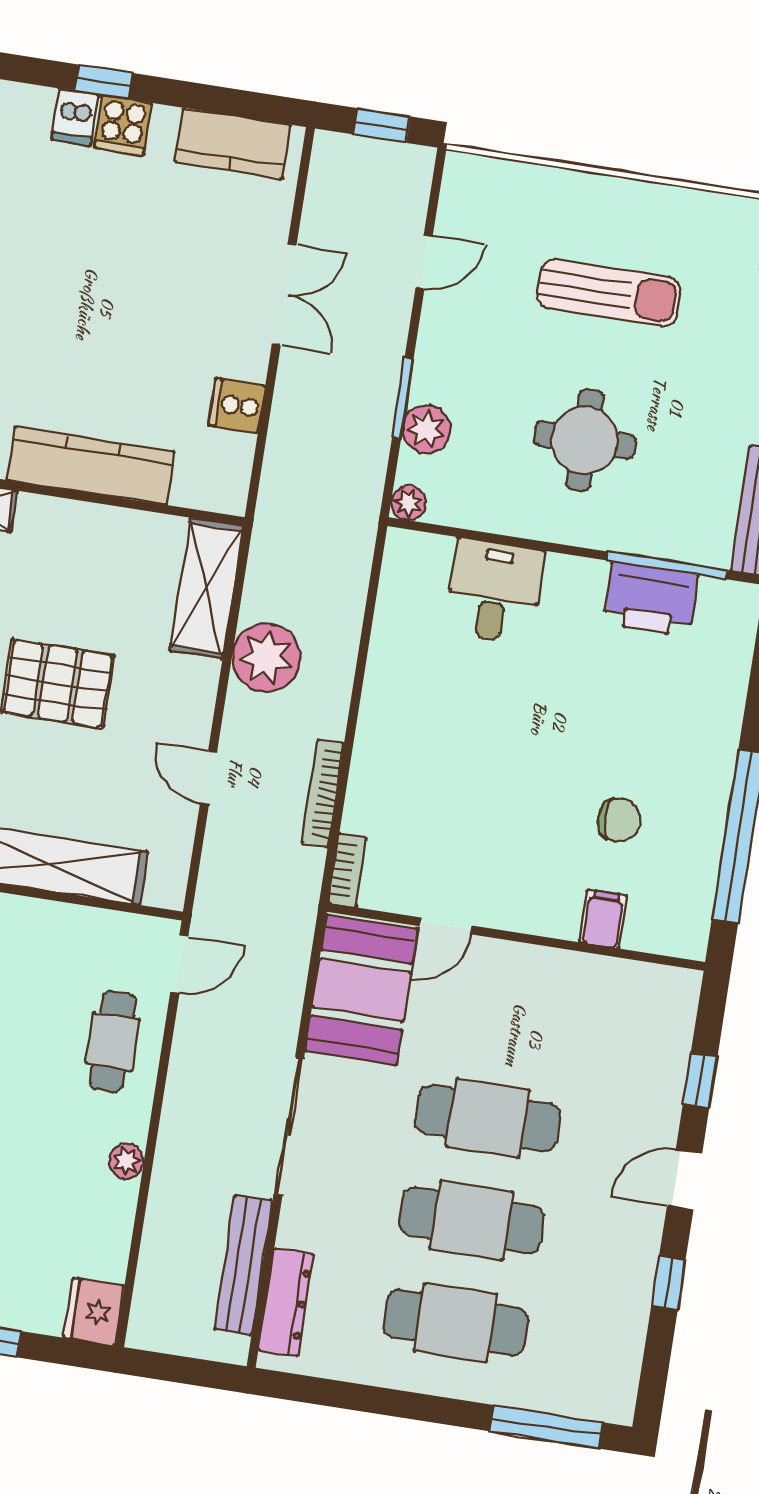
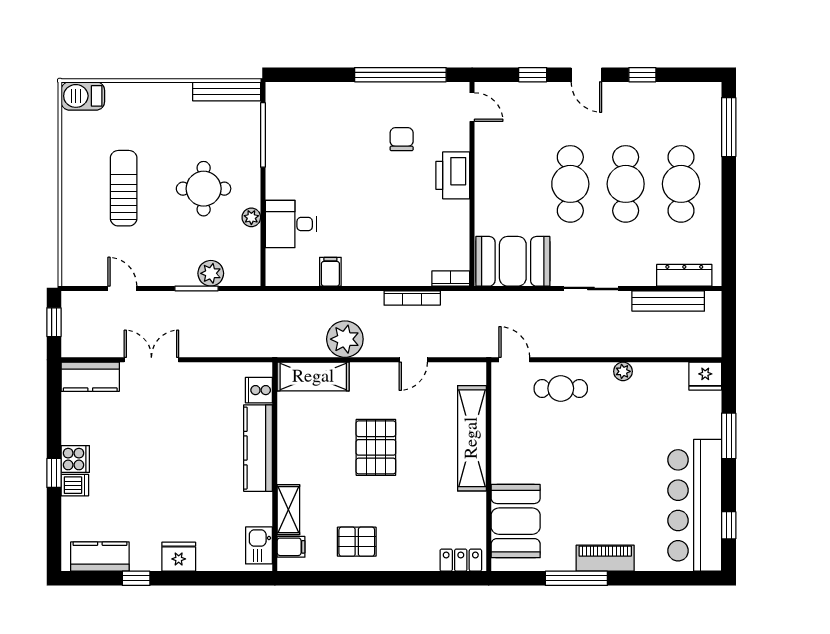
kitchen counter: (233, 143) -> (90, 377), moved, turned 90
cooker: (237, 406) -> (259, 390), moved, turned 90
plant: (408, 503) -> (251, 217), moved
printer: (651, 599) -> (453, 175), moved, turned 180
filing cabinet: (603, 919) -> (330, 272), moved, turned 90
door: (446, 926) -> (472, 107), moved
sliding door: (289, 1126) -> (591, 288), width x0.73

